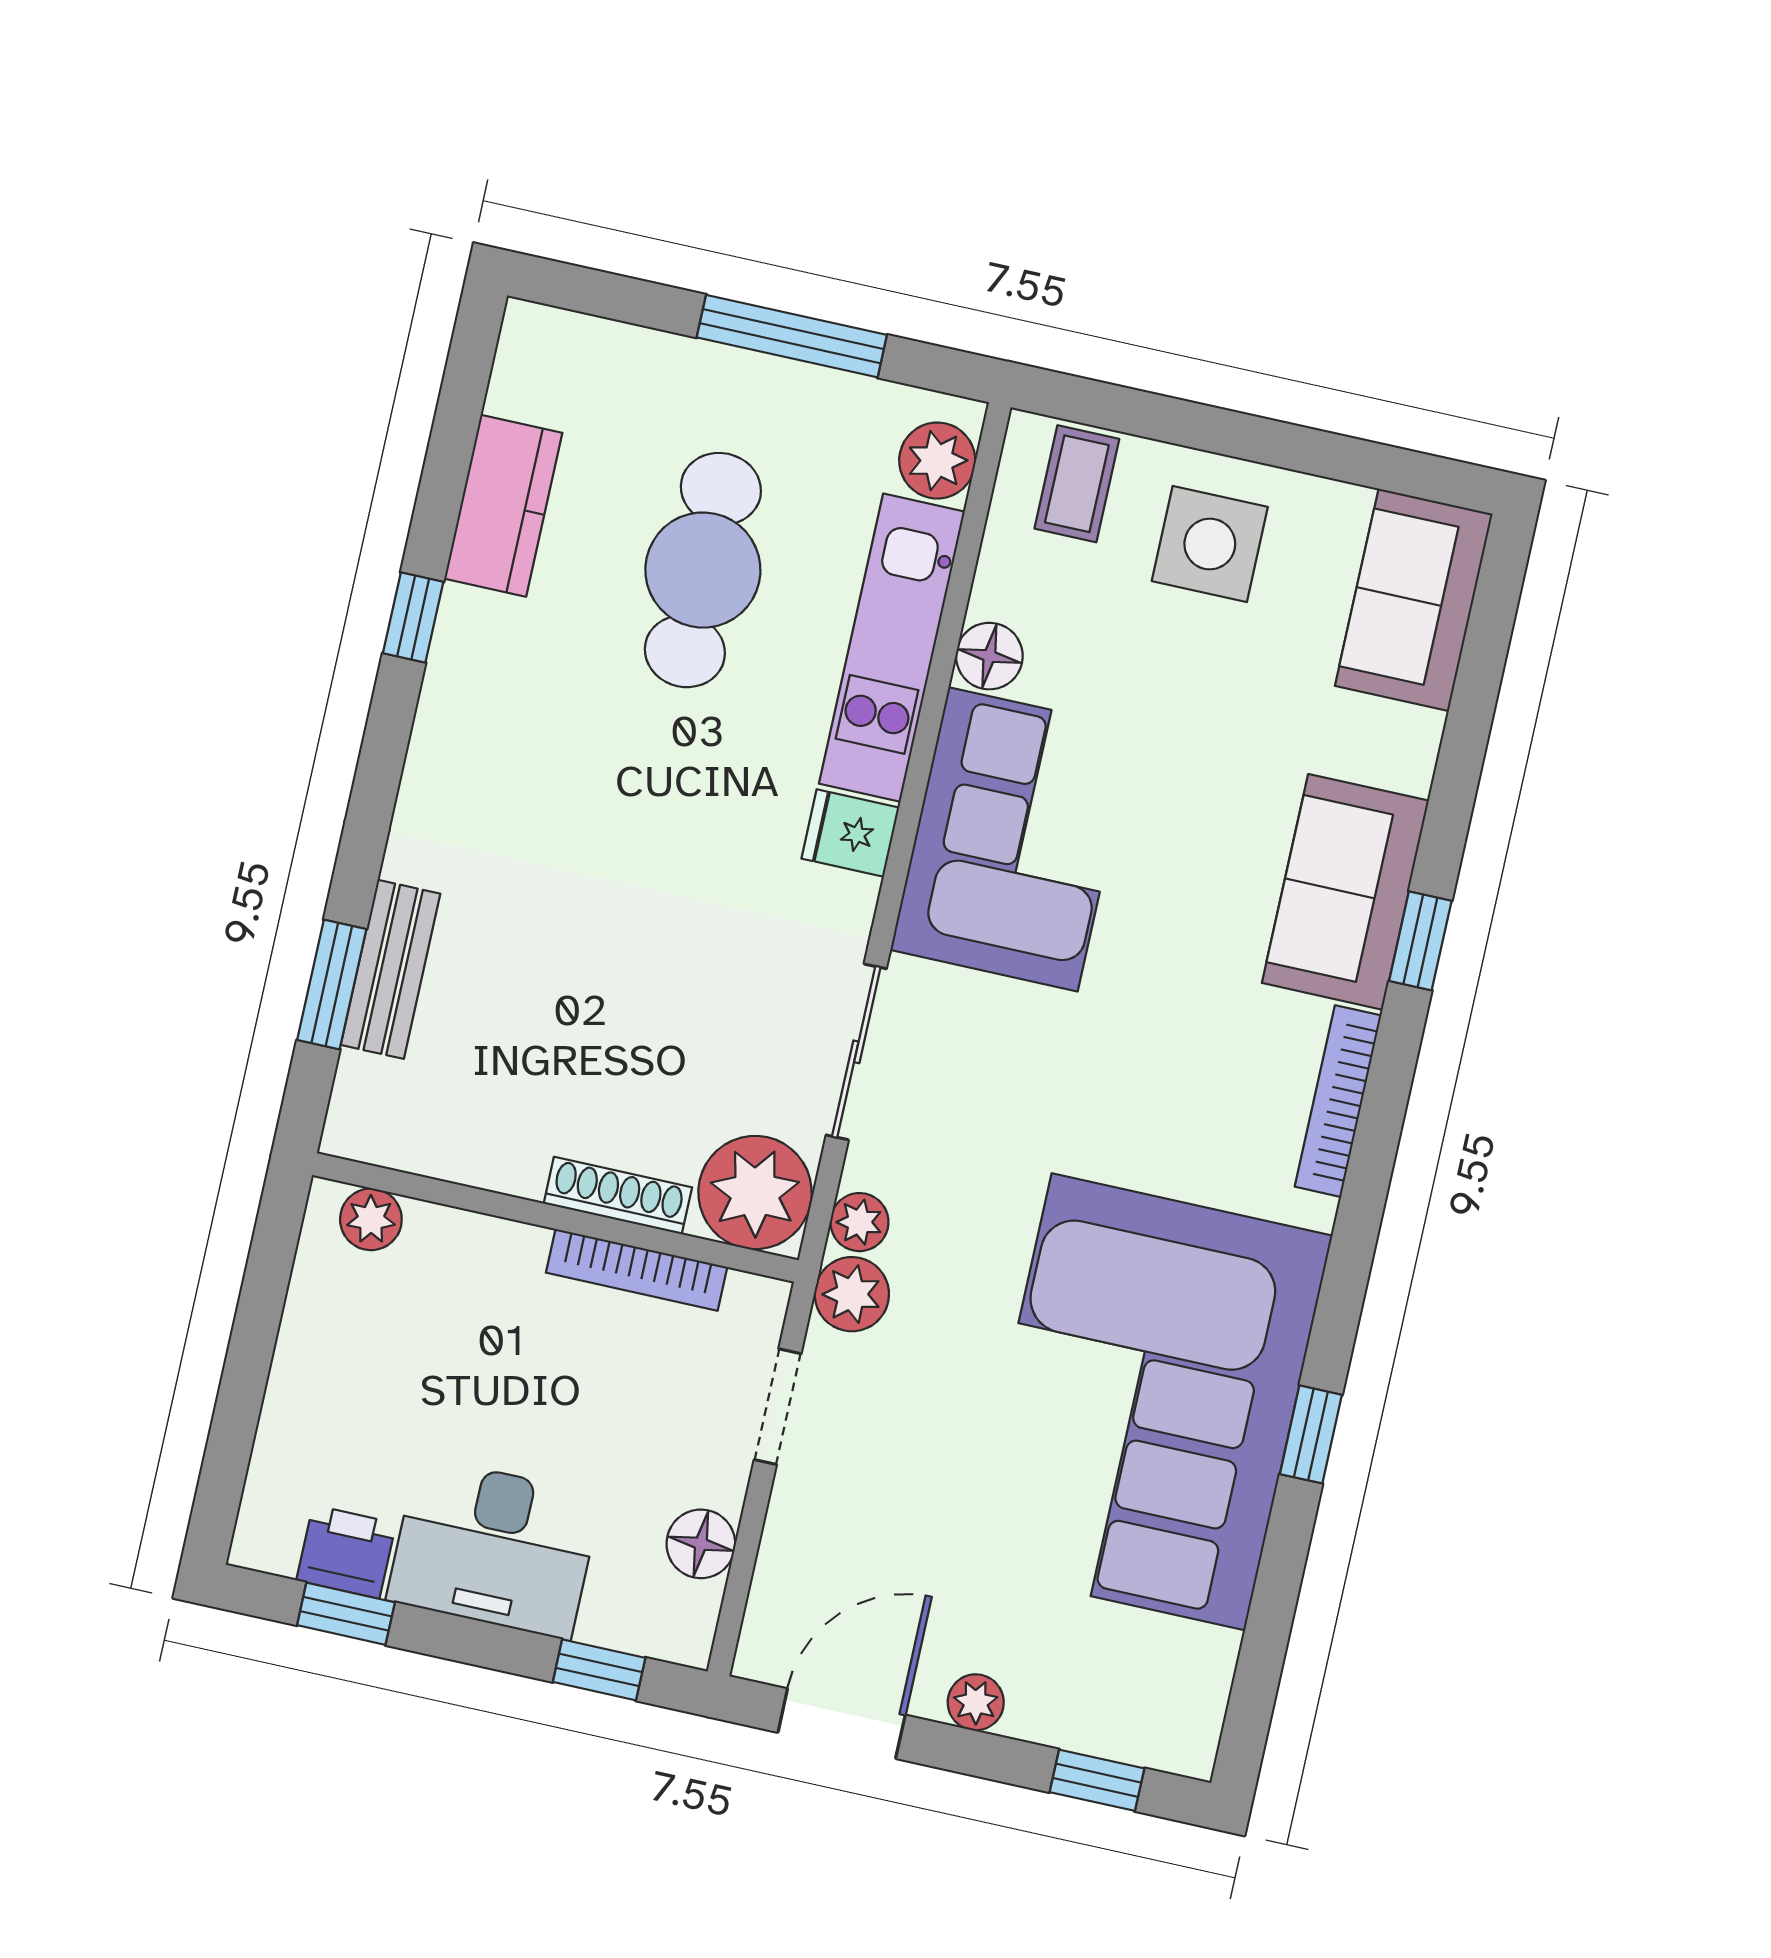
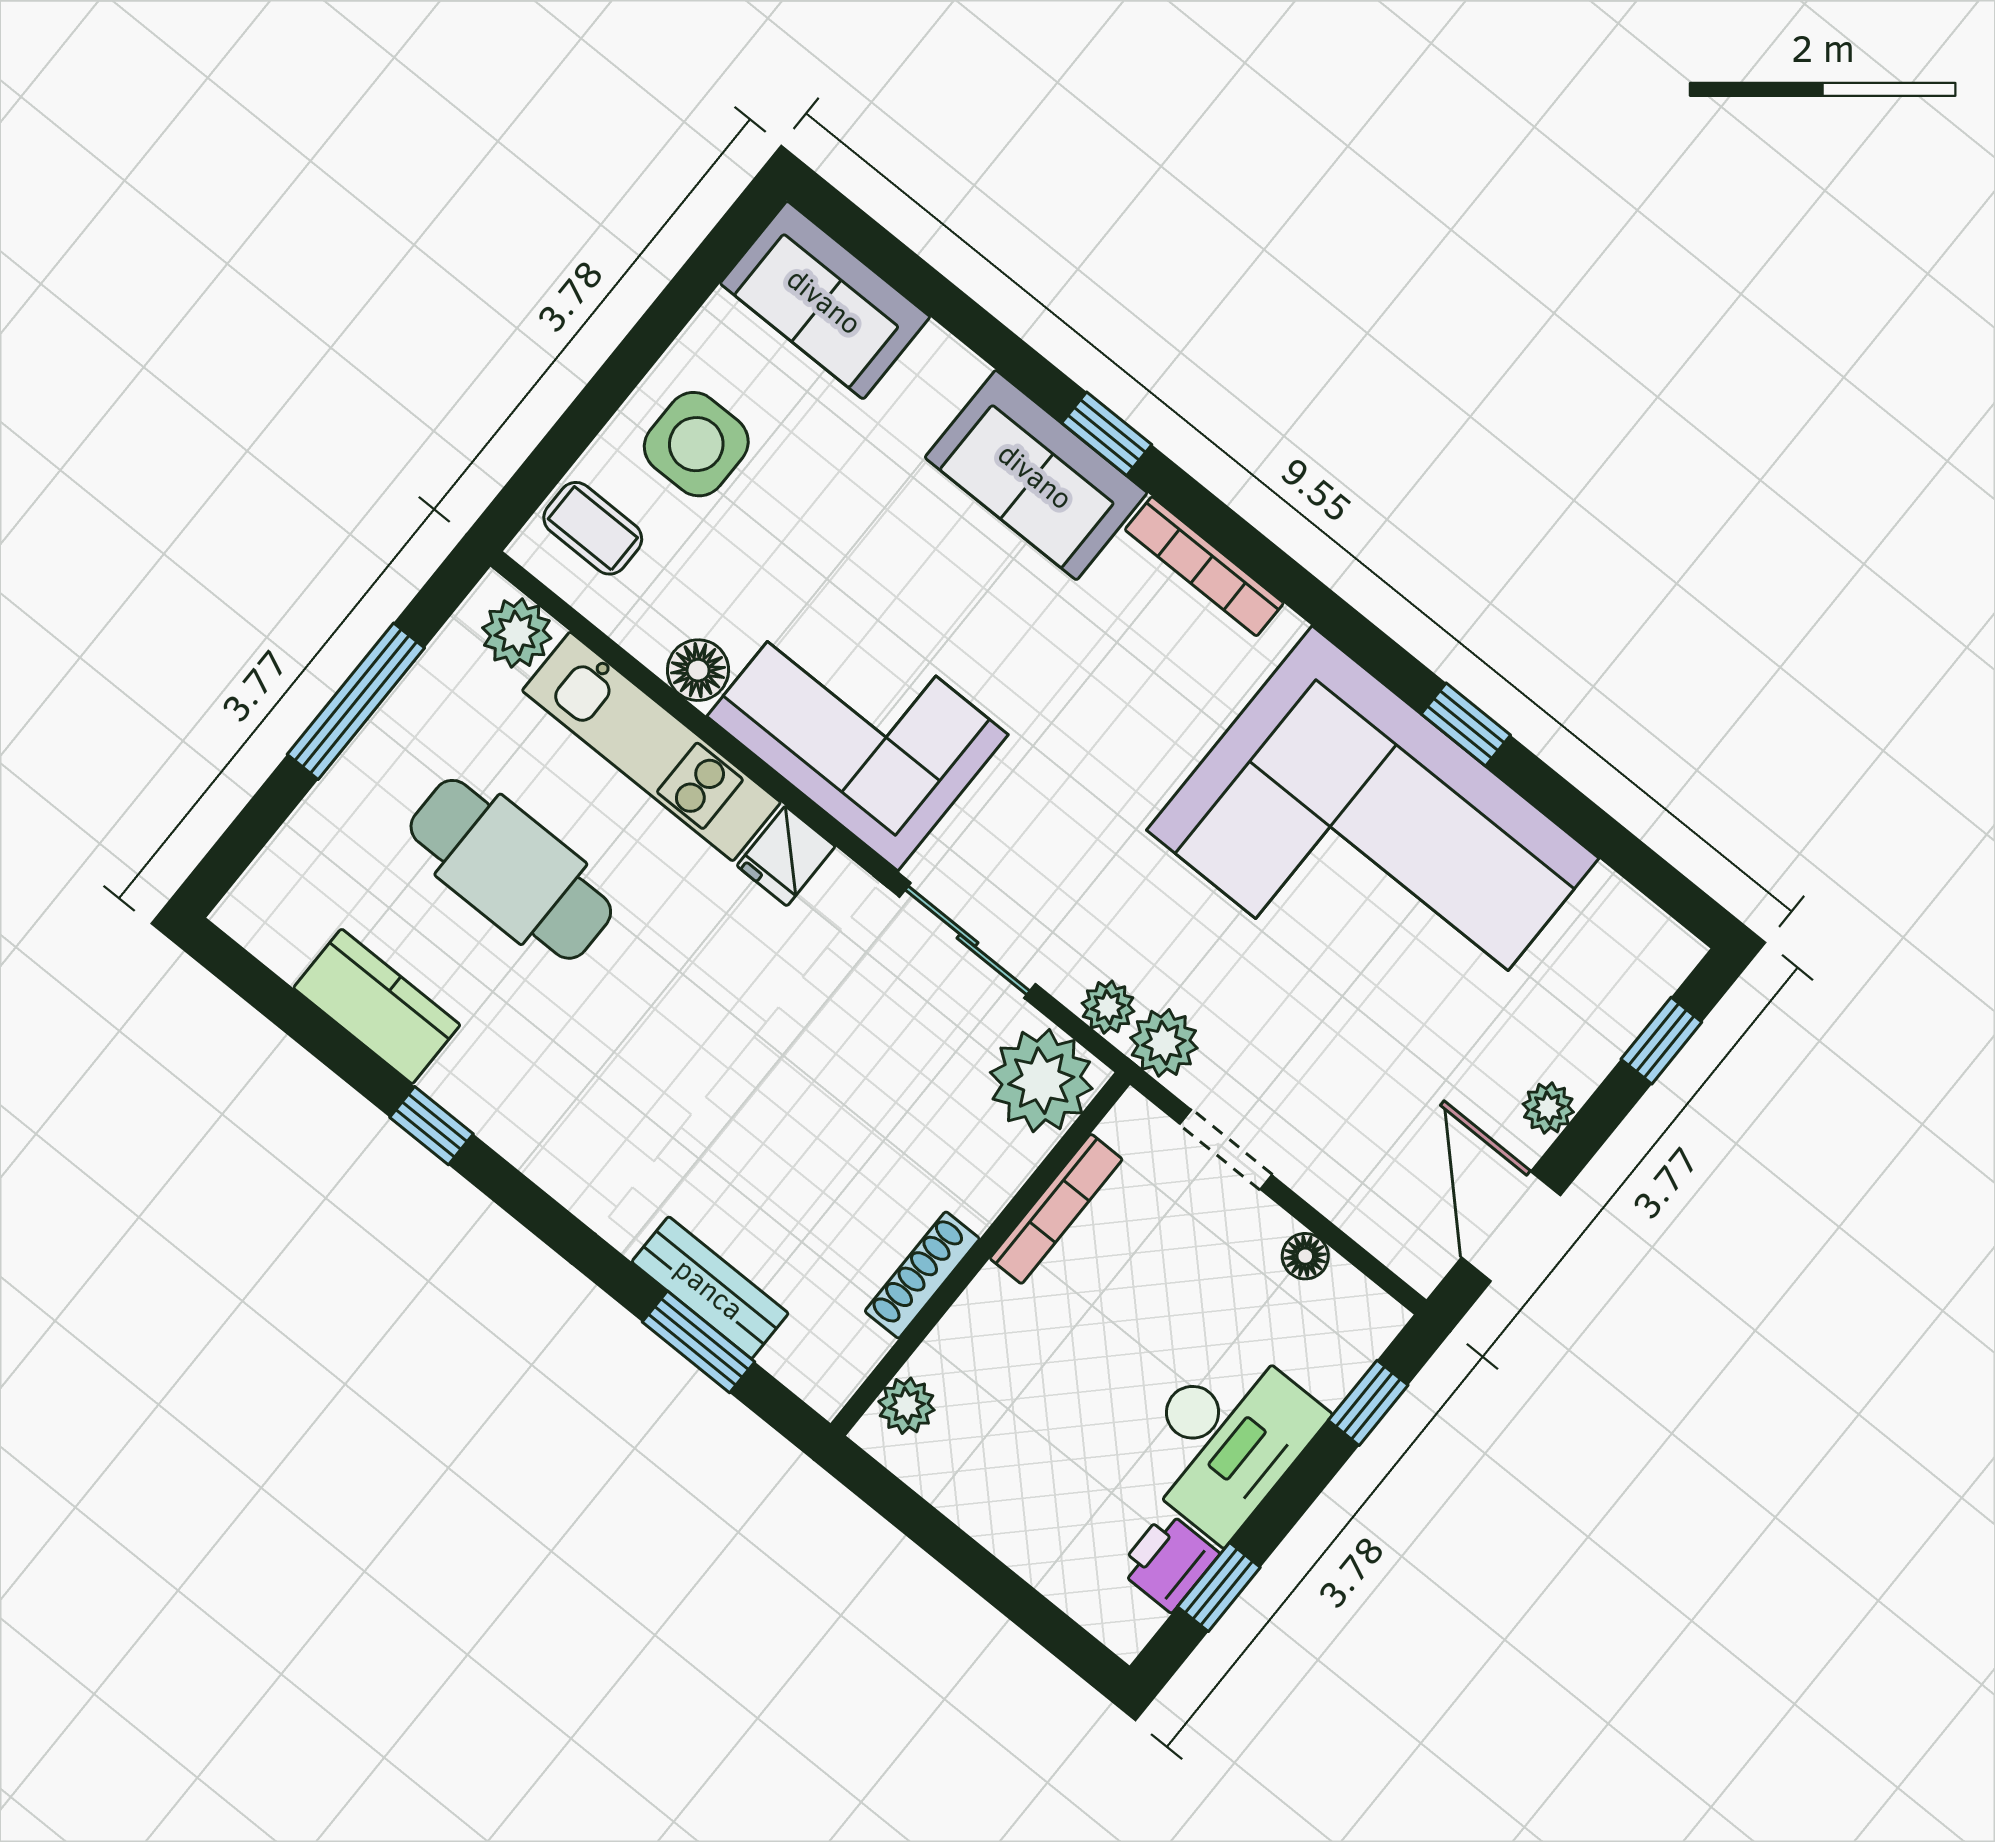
shoe rack: (618, 1196) -> (922, 1275), moved
floor lamp: (701, 1544) -> (1305, 1256), width x0.73, depth x0.73

